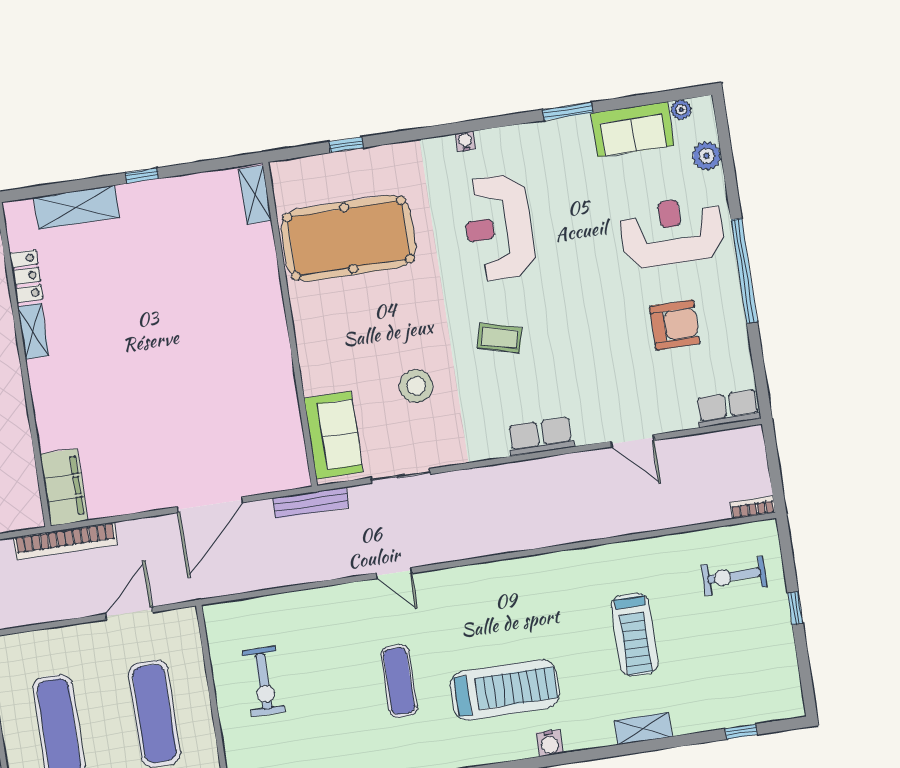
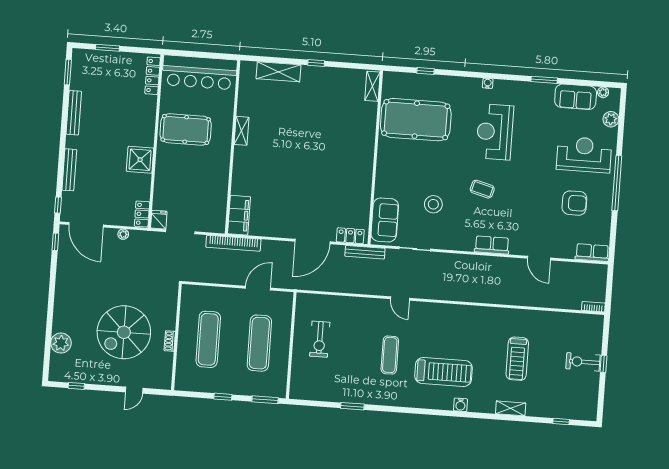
locker: (26, 276) -> (350, 236), moved, turned -90
exercise bike: (734, 576) -> (583, 362), moved

